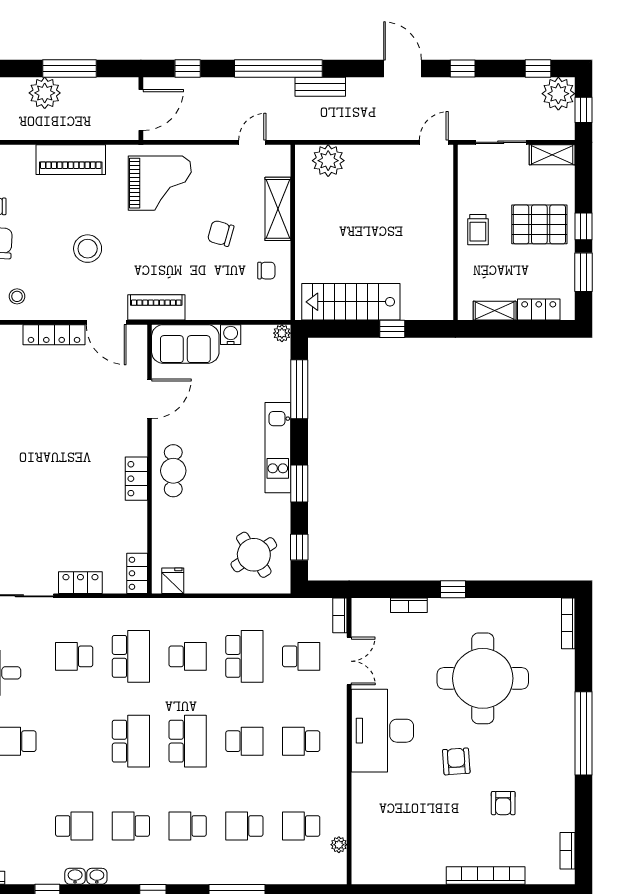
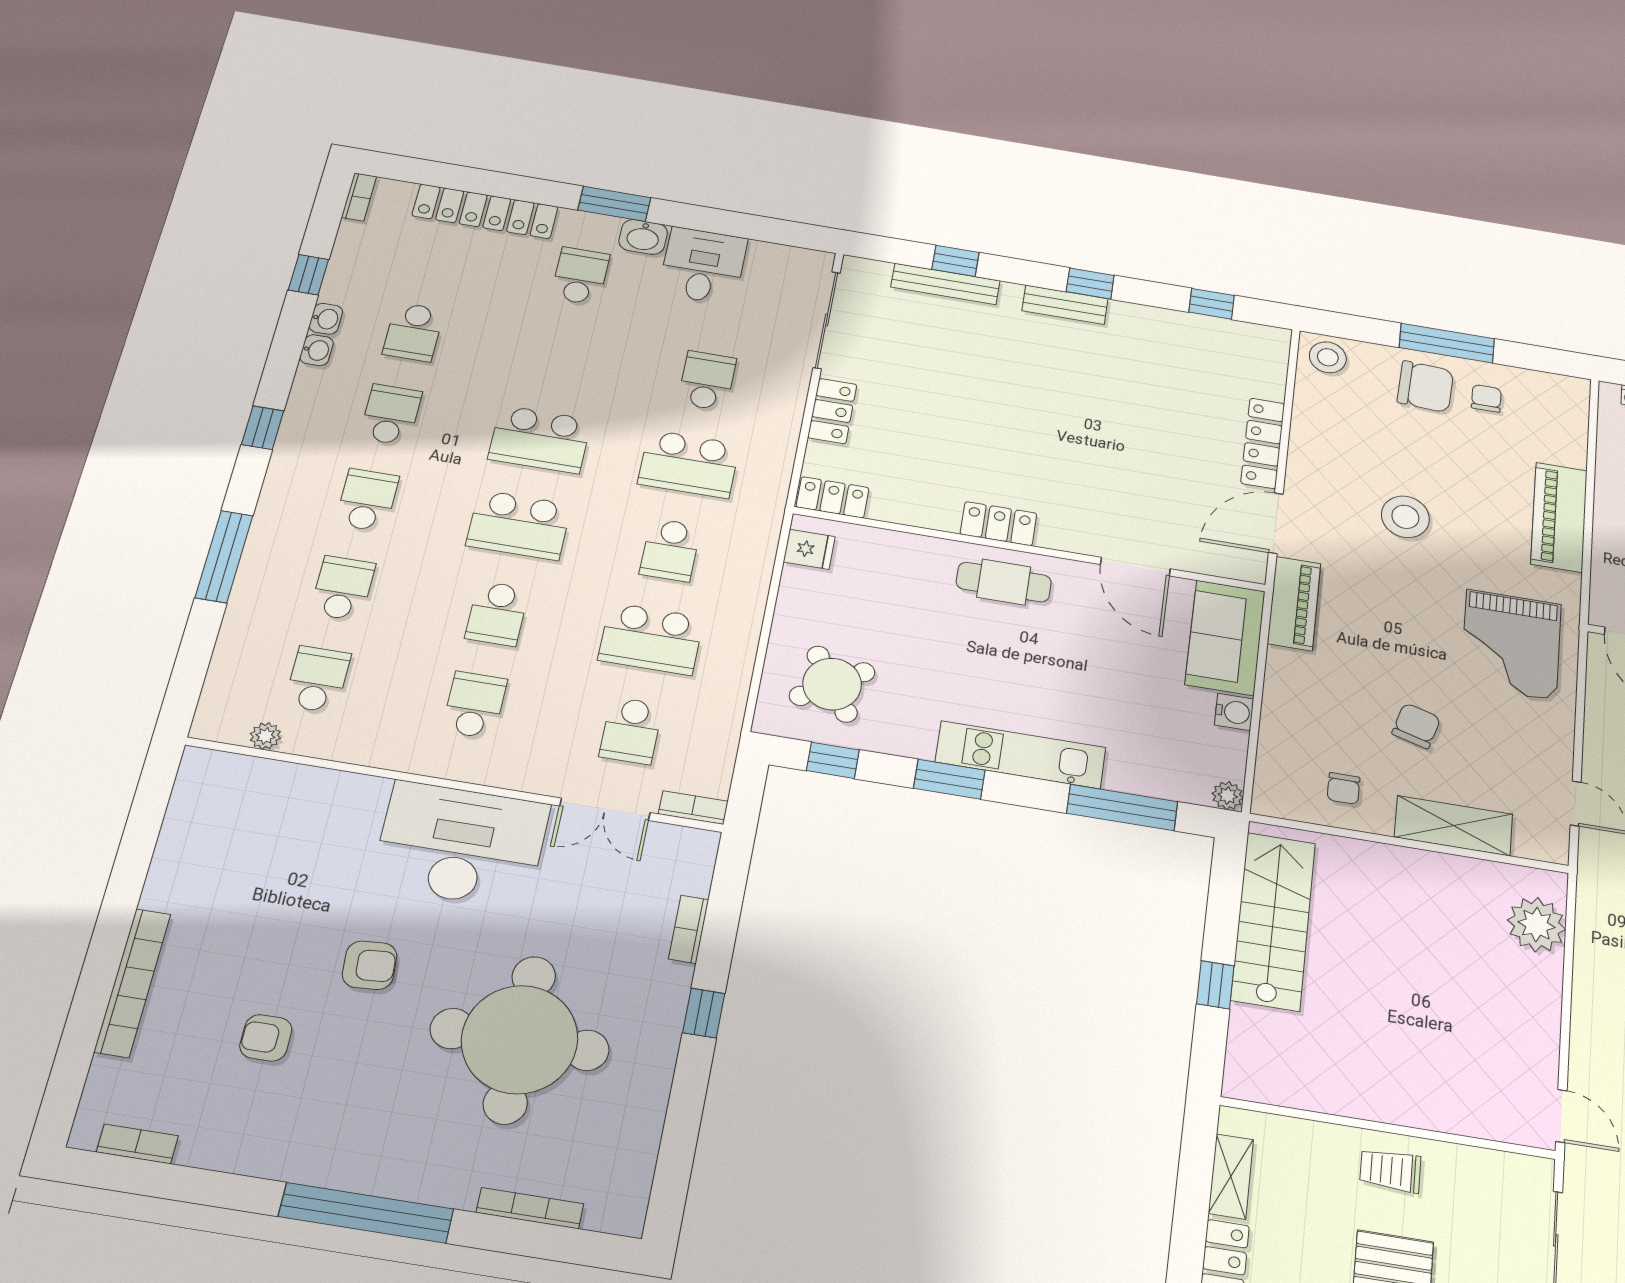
stool: (17, 296) -> (1333, 401), removed
bookcase: (568, 623) -> (530, 1208), moved

